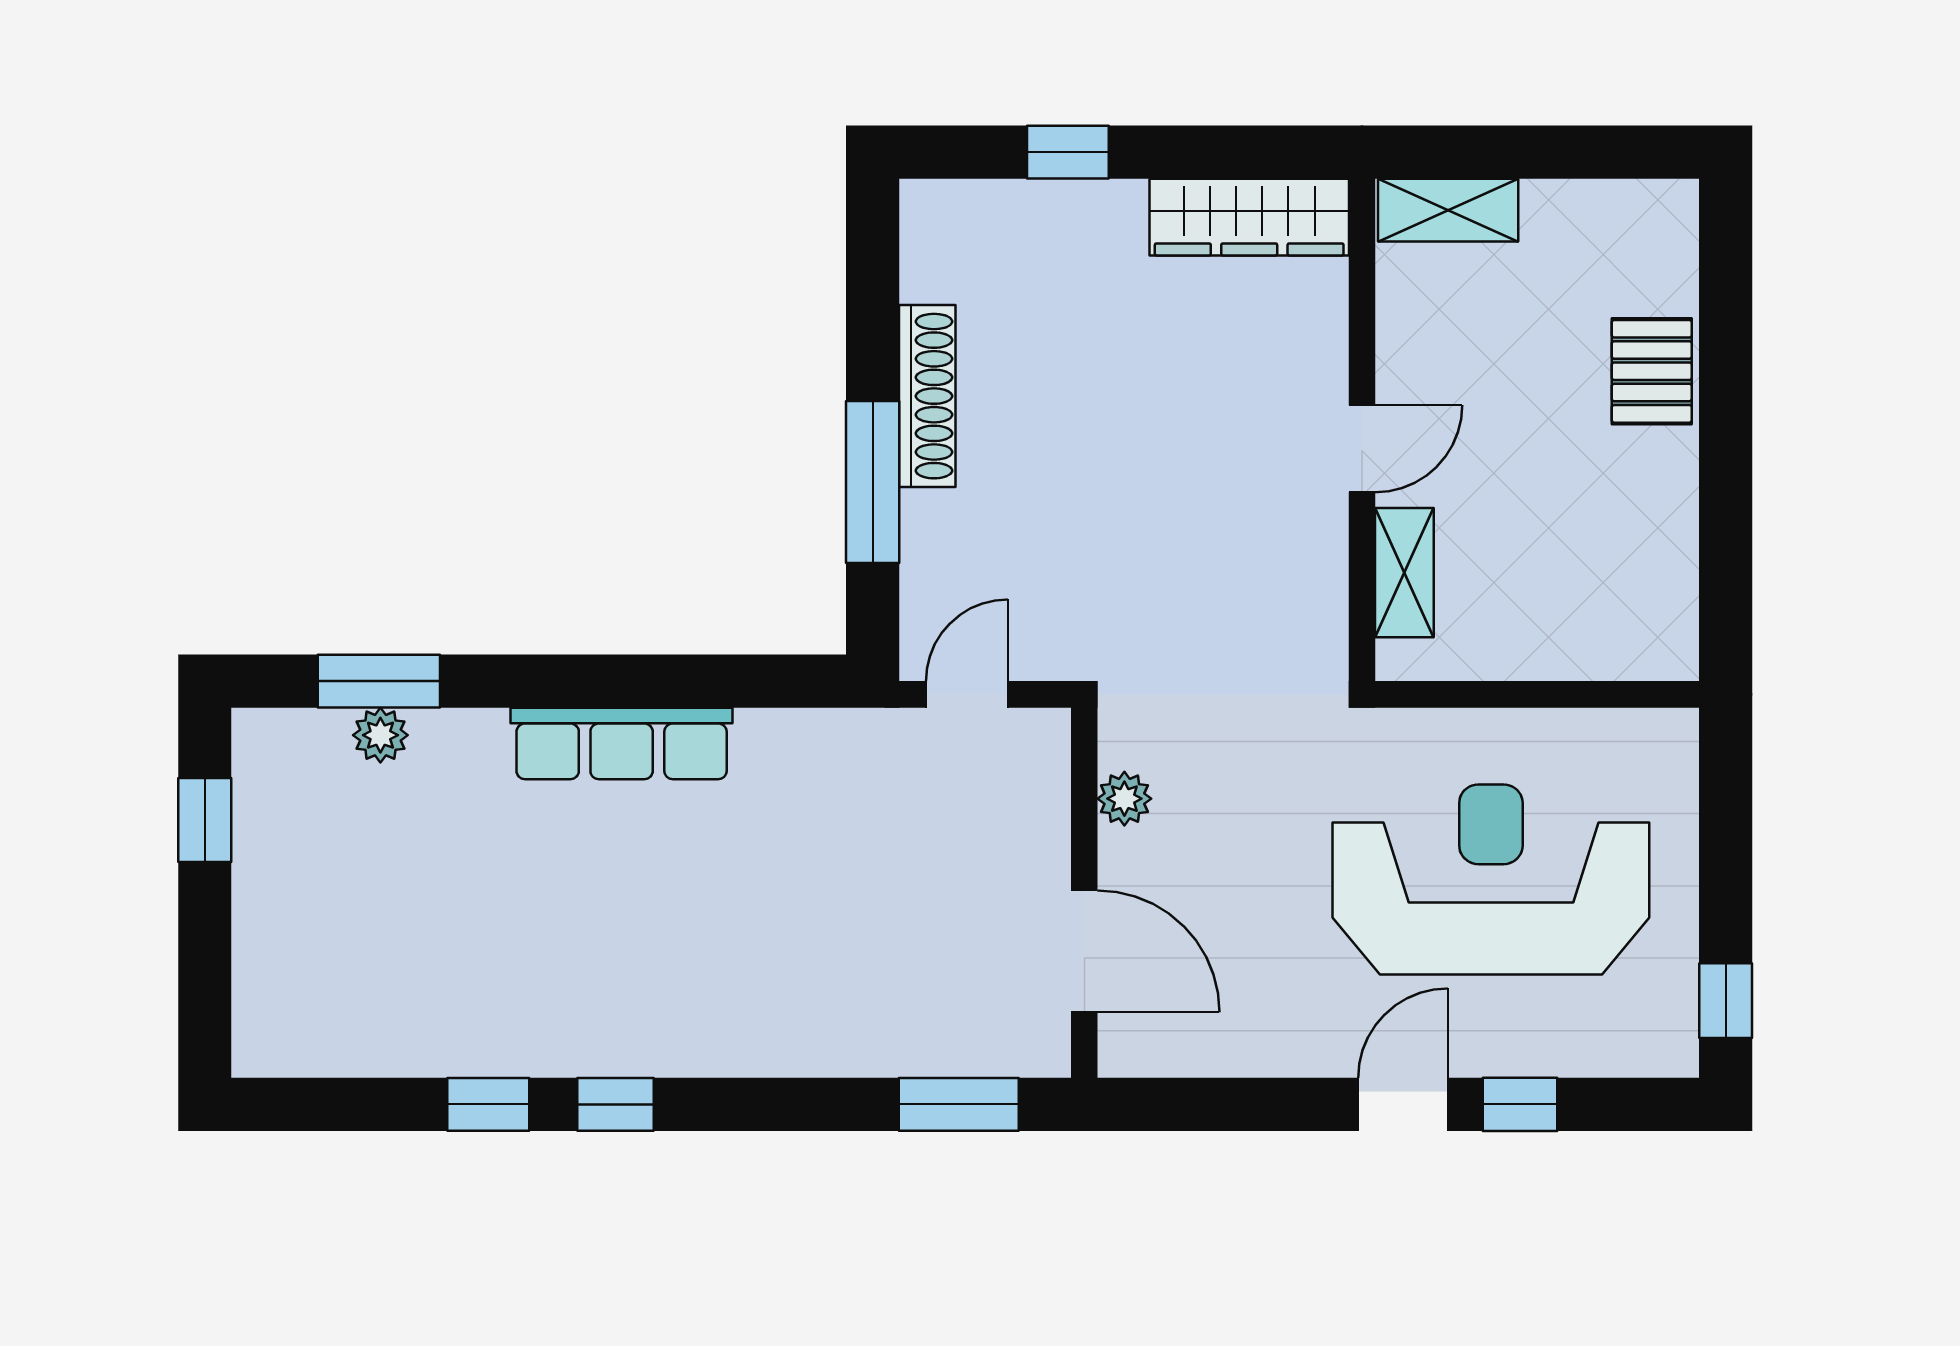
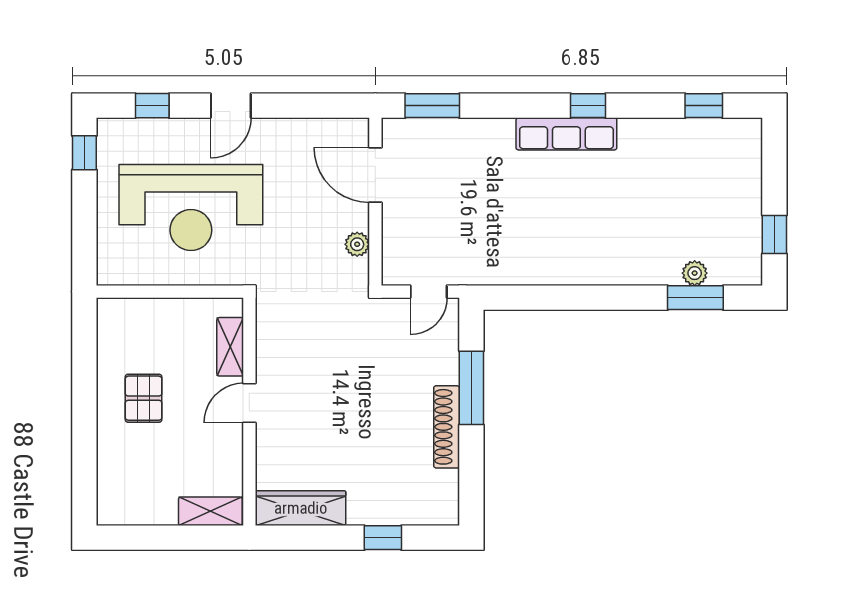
pallet: (1652, 371) -> (144, 398), moved
row of seats: (622, 743) -> (566, 134), moved, turned 180
window: (488, 1104) -> (704, 106), moved
window: (1520, 1104) -> (152, 106), moved

